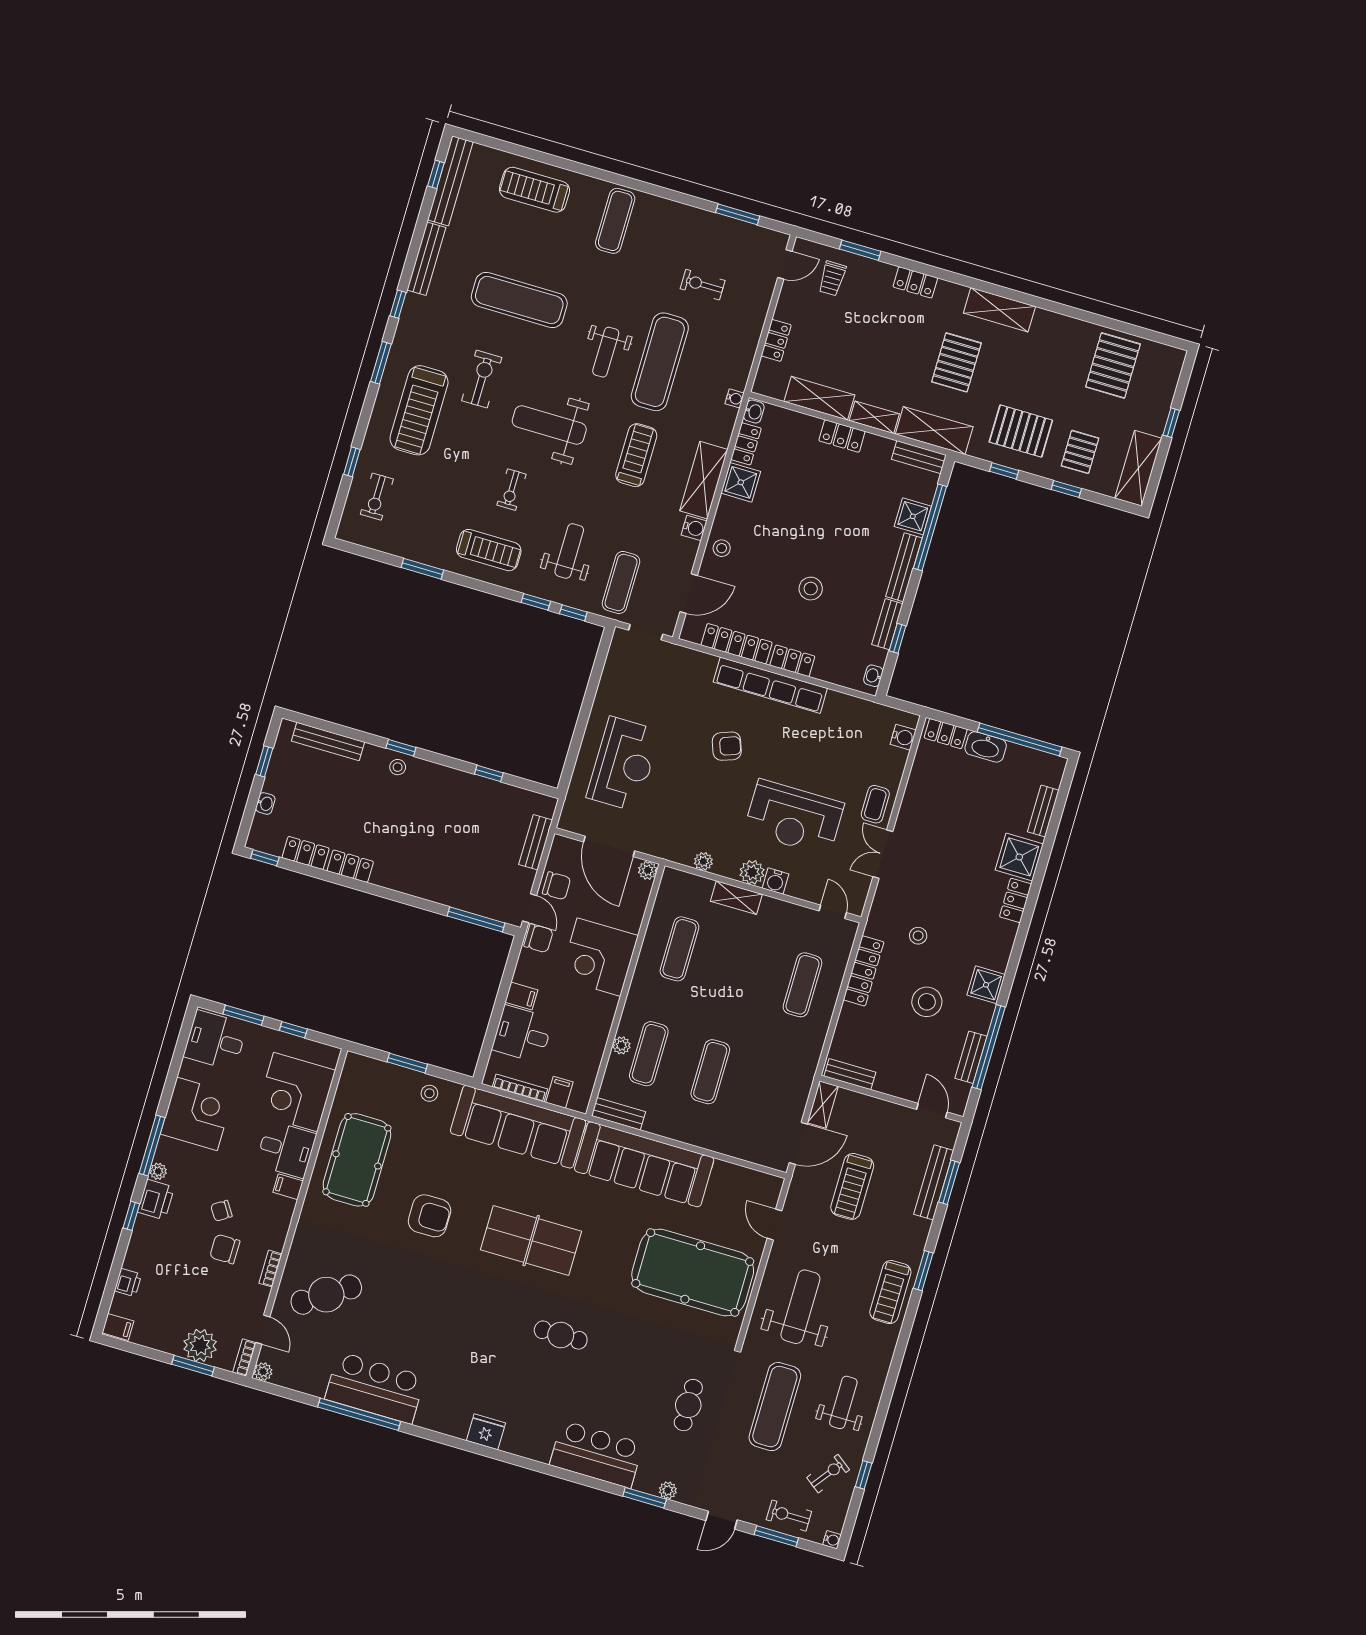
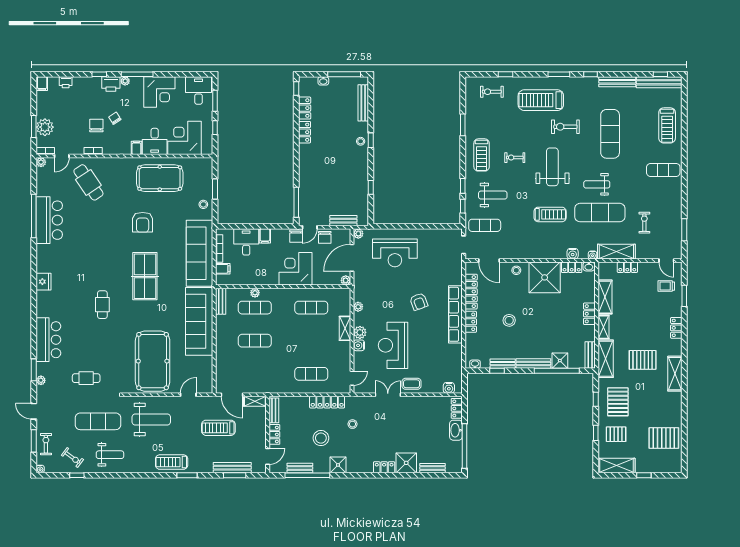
treadmill: (534, 190) -> (667, 125), turned 180
exercise bike: (482, 379) -> (565, 127), turned 180
shelving: (704, 480) -> (616, 252), moved
shower: (741, 482) -> (545, 277), width x1.86, depth x1.86
water cooler: (694, 528) -> (573, 254), moved
window: (264, 761) -> (344, 74), width x2.17
plant: (568, 822) -> (358, 234), added
locker: (895, 1086) -> (274, 434), added

